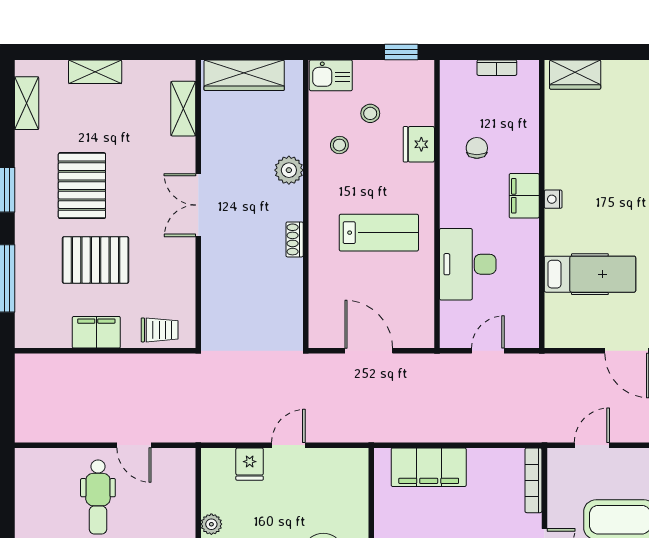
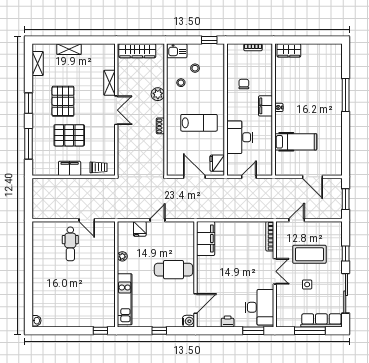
shelving: (183, 109) -> (109, 83), moved
fridge: (419, 144) -> (217, 163), moved
double door: (198, 205) -> (116, 110), swing flipped
filing cabinet: (429, 467) -> (206, 239), moved, turned -90

